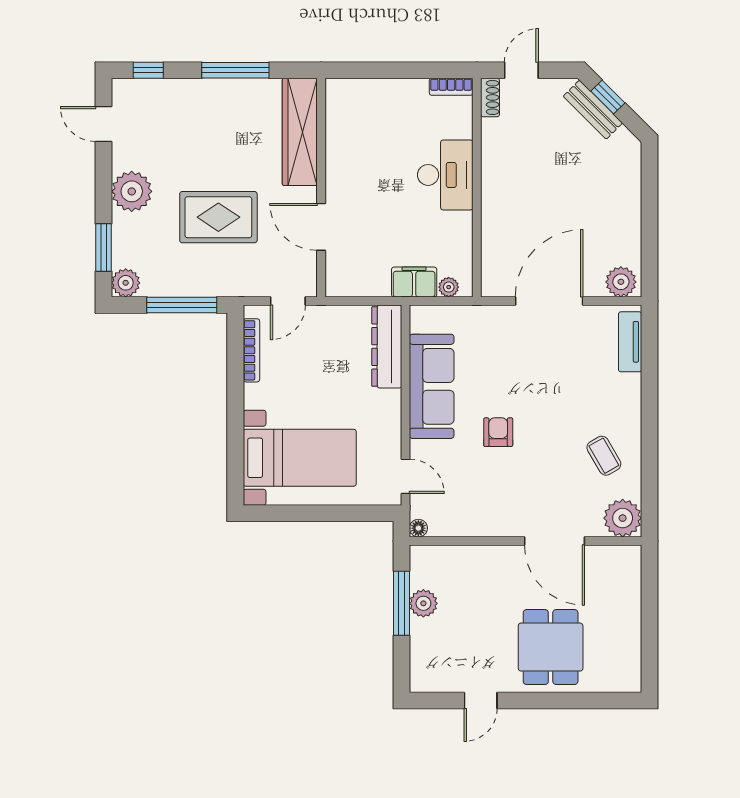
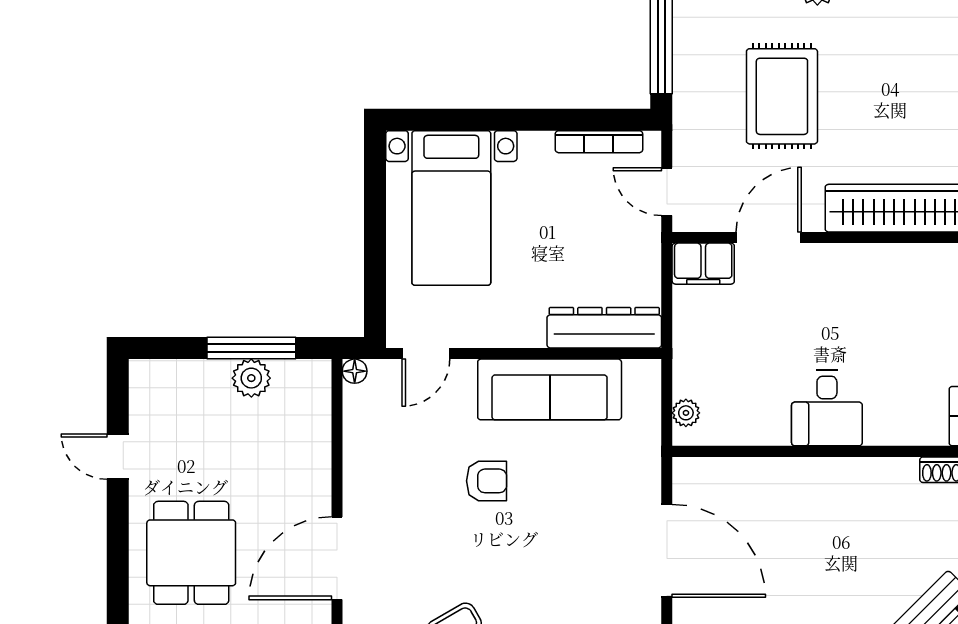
desk: (445, 175) -> (827, 408), width x0.73
filing cabinet: (414, 282) -> (703, 264), moved, turned 90
dining table: (551, 647) -> (191, 553), turned 90

